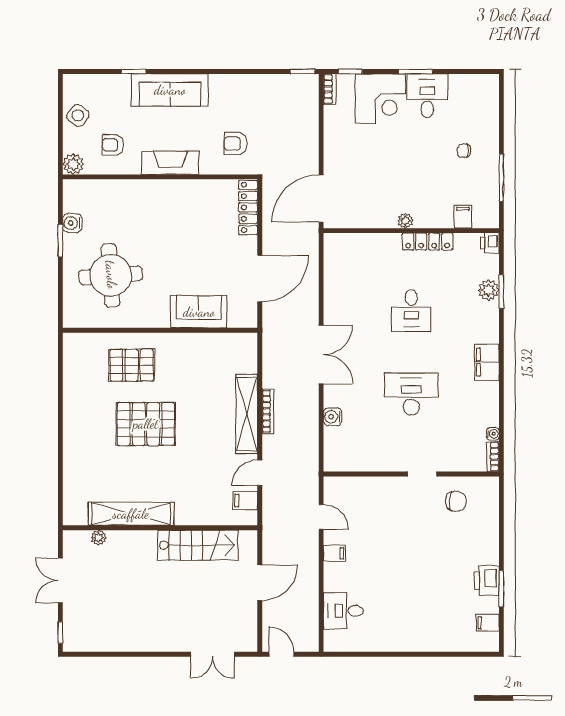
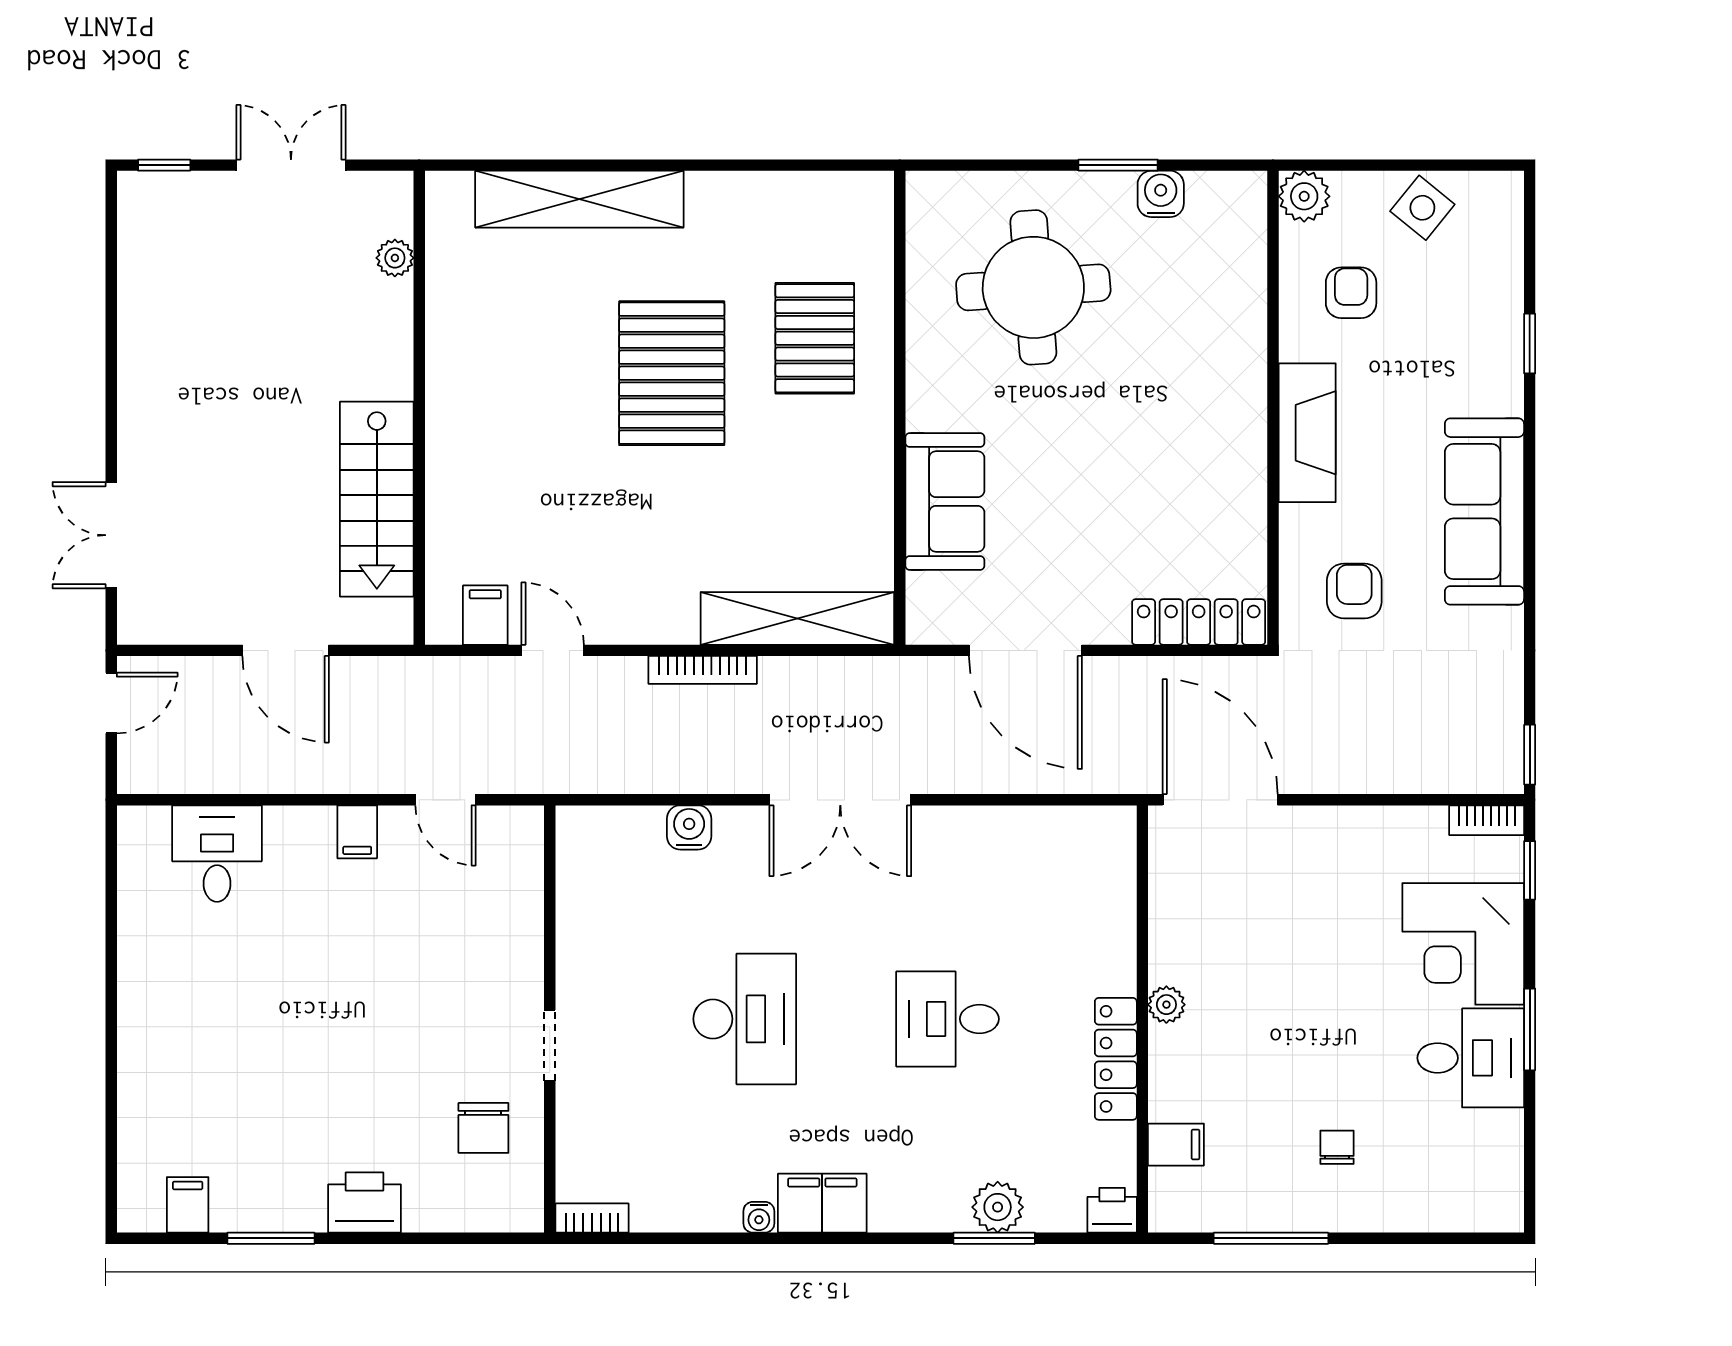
sofa: (170, 90) -> (1484, 512), moved
shelving: (247, 414) -> (797, 618), moved
water cooler: (493, 434) -> (759, 1217), moved
shelving: (131, 514) -> (579, 199), moved, turned 90
door: (321, 517) -> (446, 800), hinge flipped
printer: (487, 581) -> (364, 1203), moved

